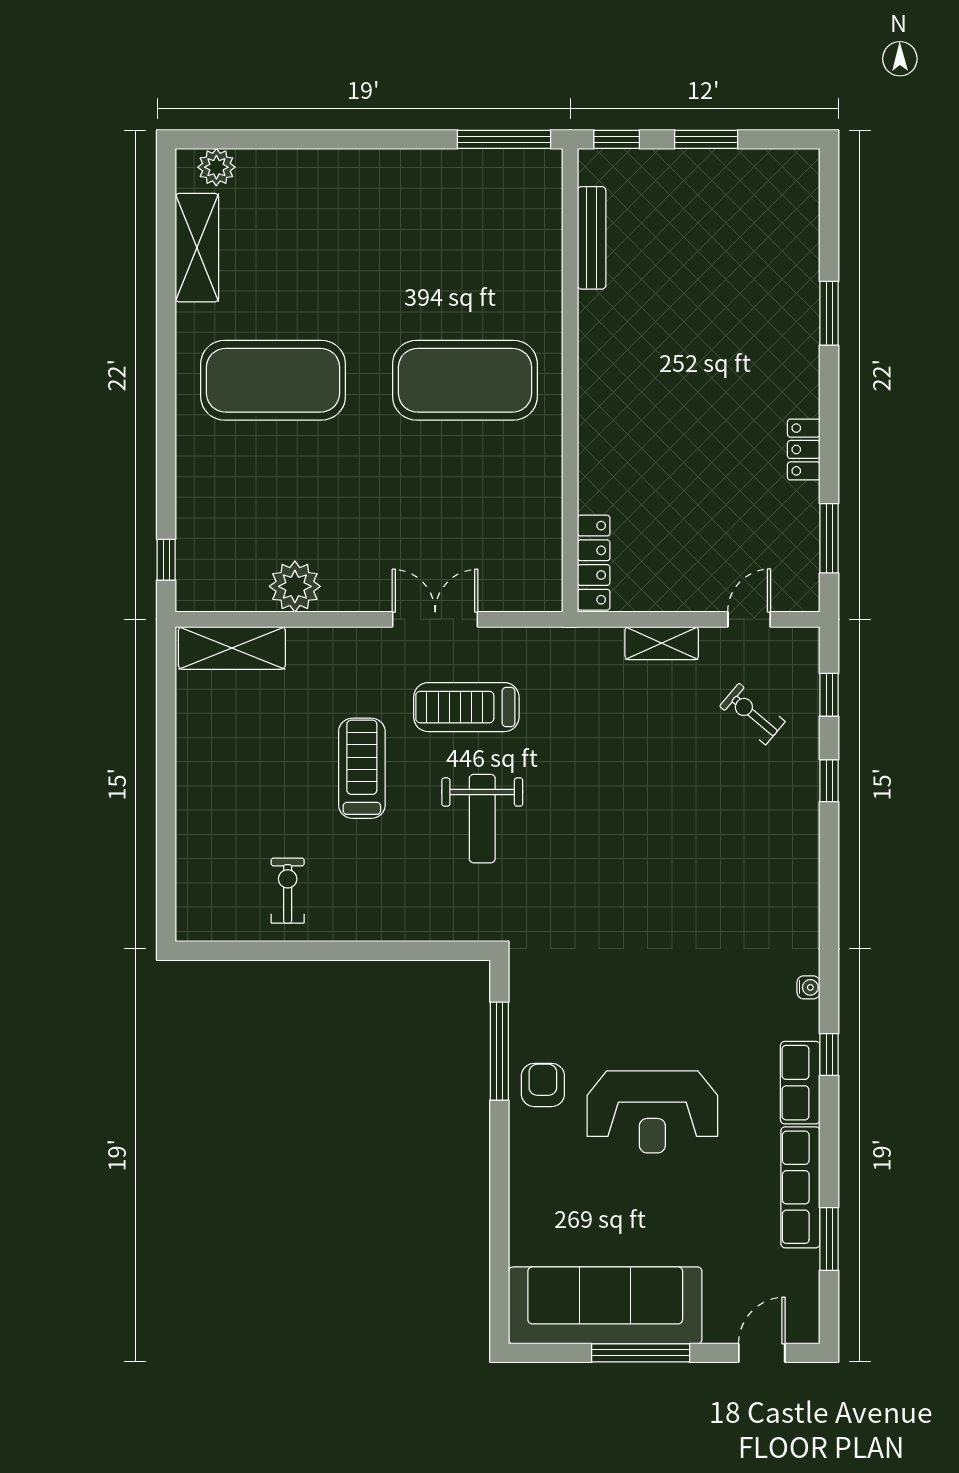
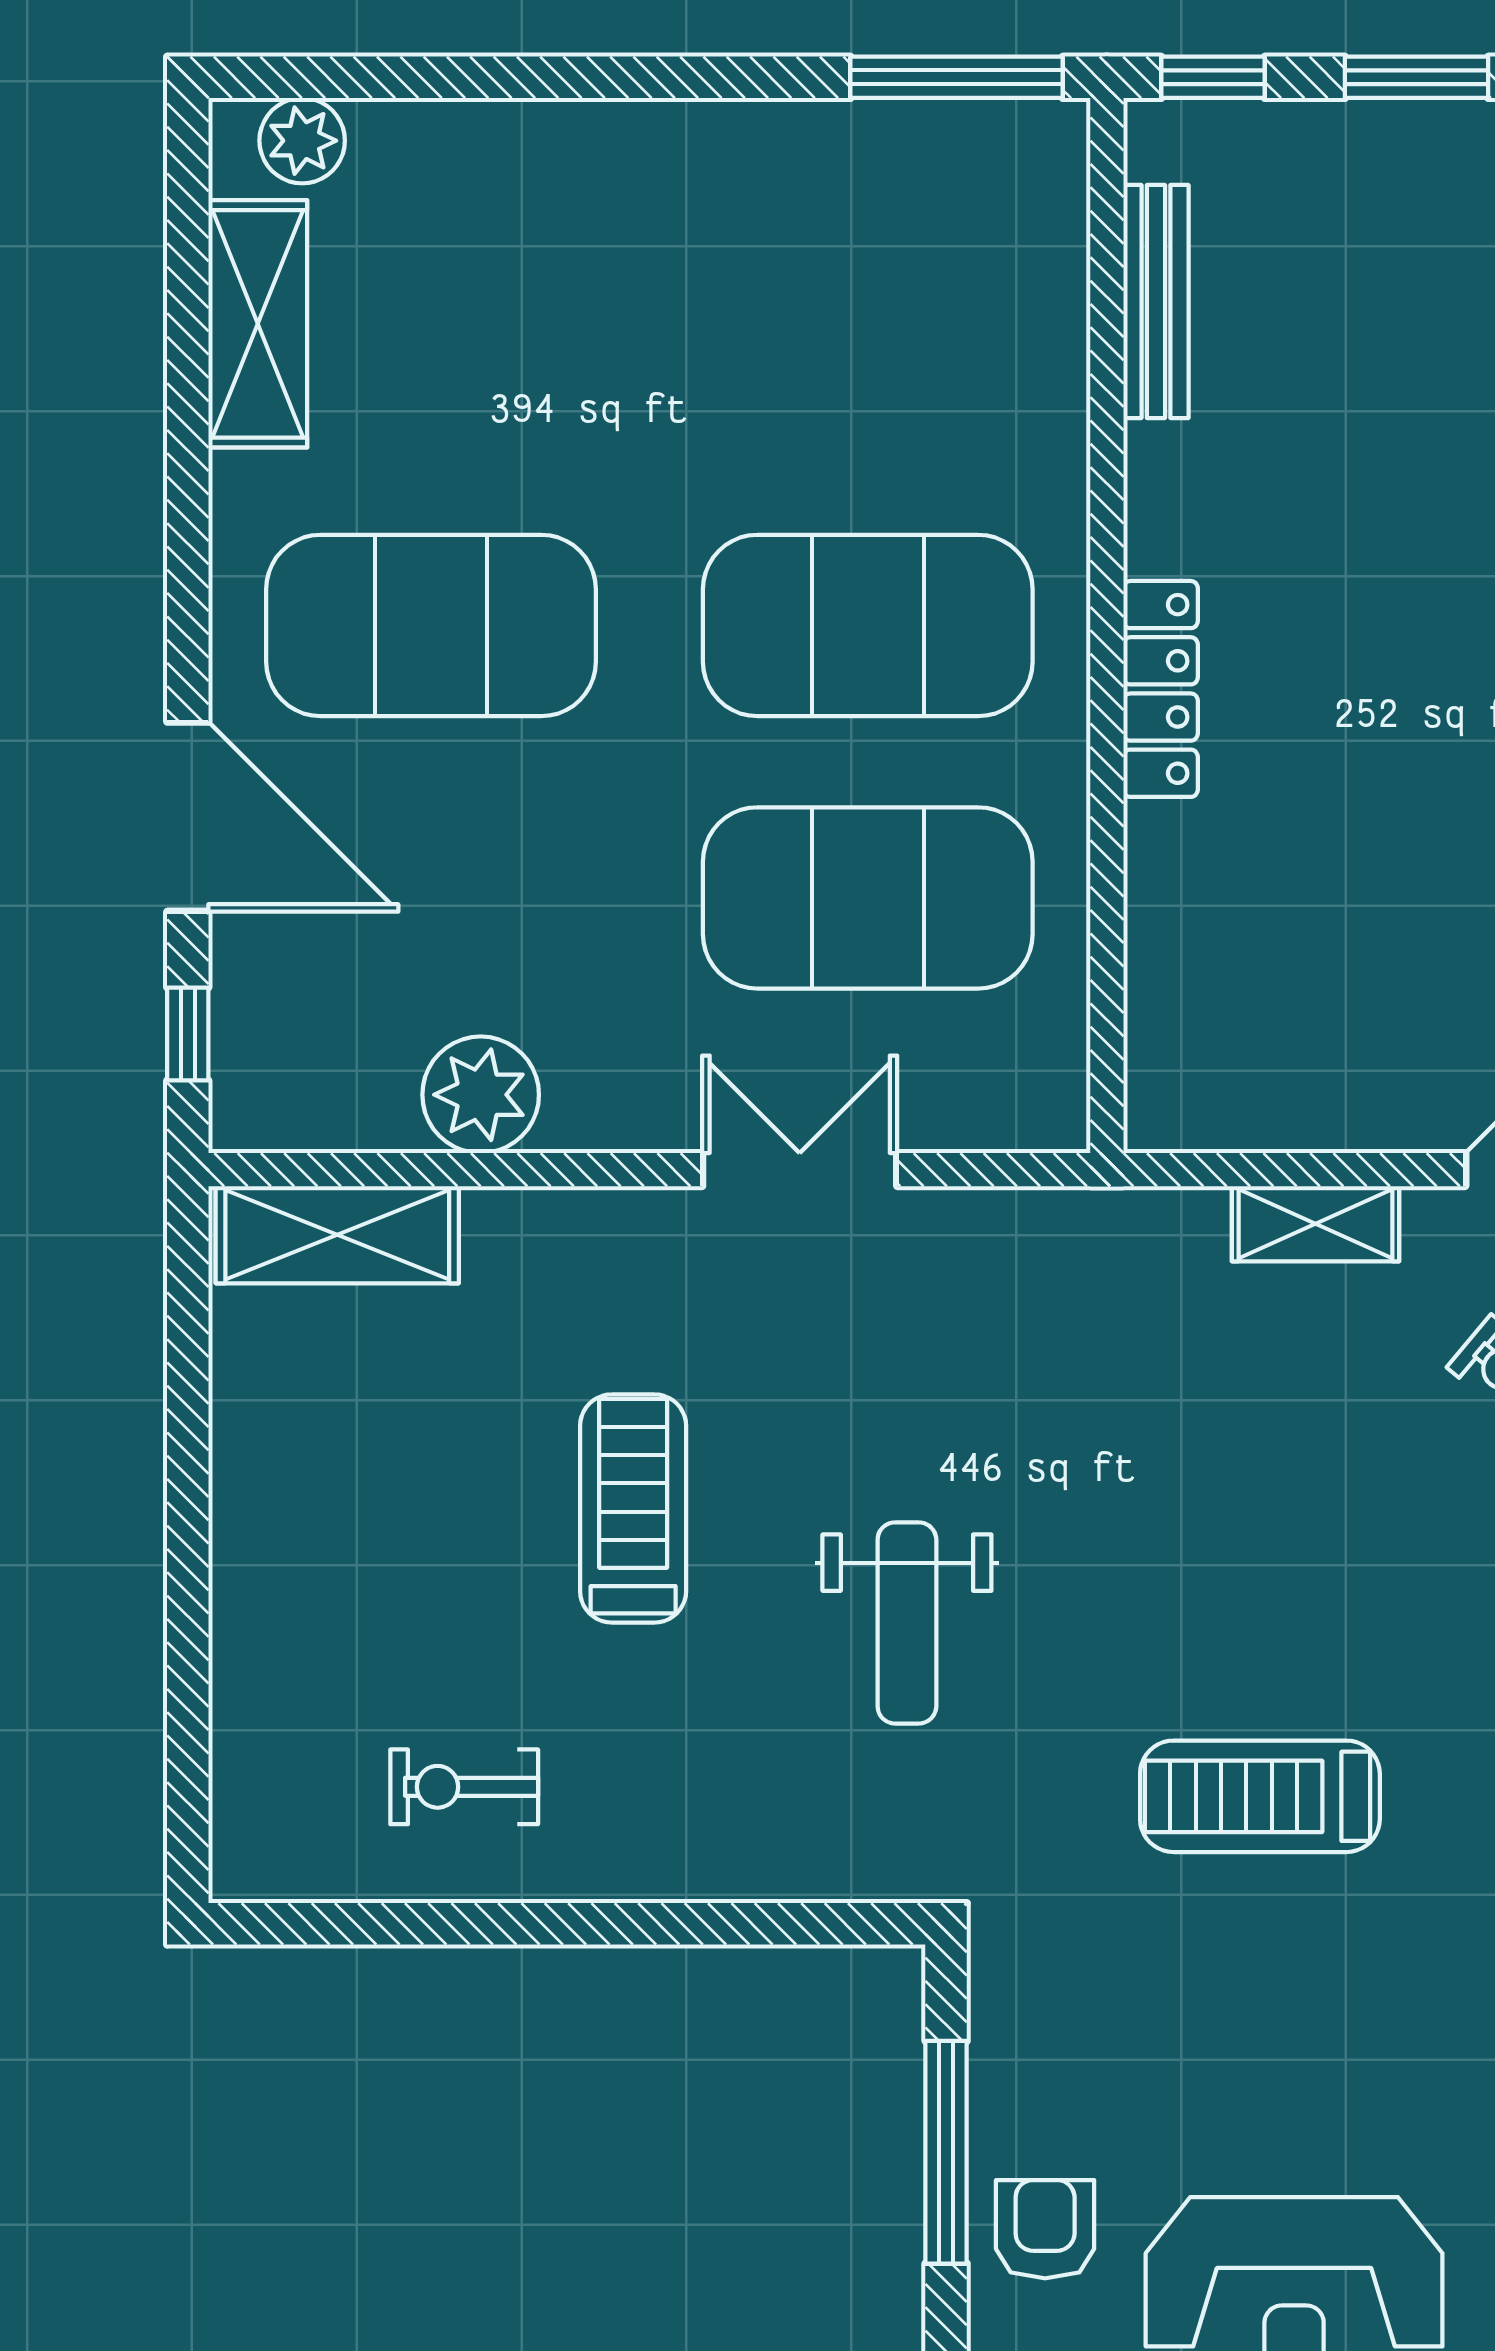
door: (166, 464) -> (188, 817), added
exercise mat: (465, 500) -> (868, 898), added
locker: (594, 563) -> (1161, 689), moved
treadmill: (466, 707) -> (1260, 1796), moved
exercise bike: (288, 891) -> (464, 1787), turned -90

